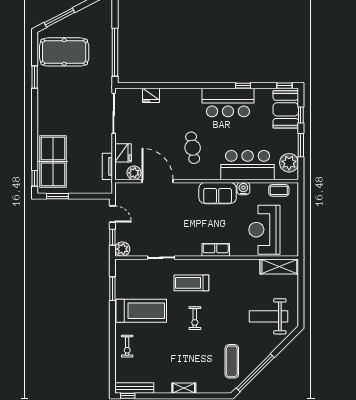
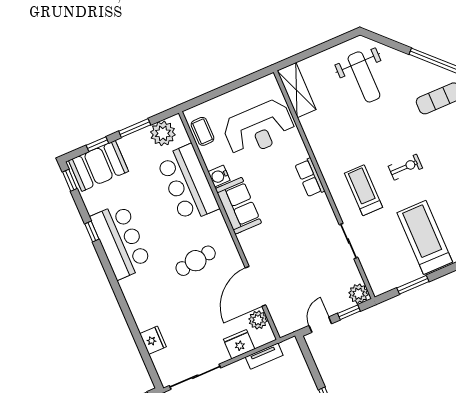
treadmill: (191, 283) -> (363, 190), turned 180

